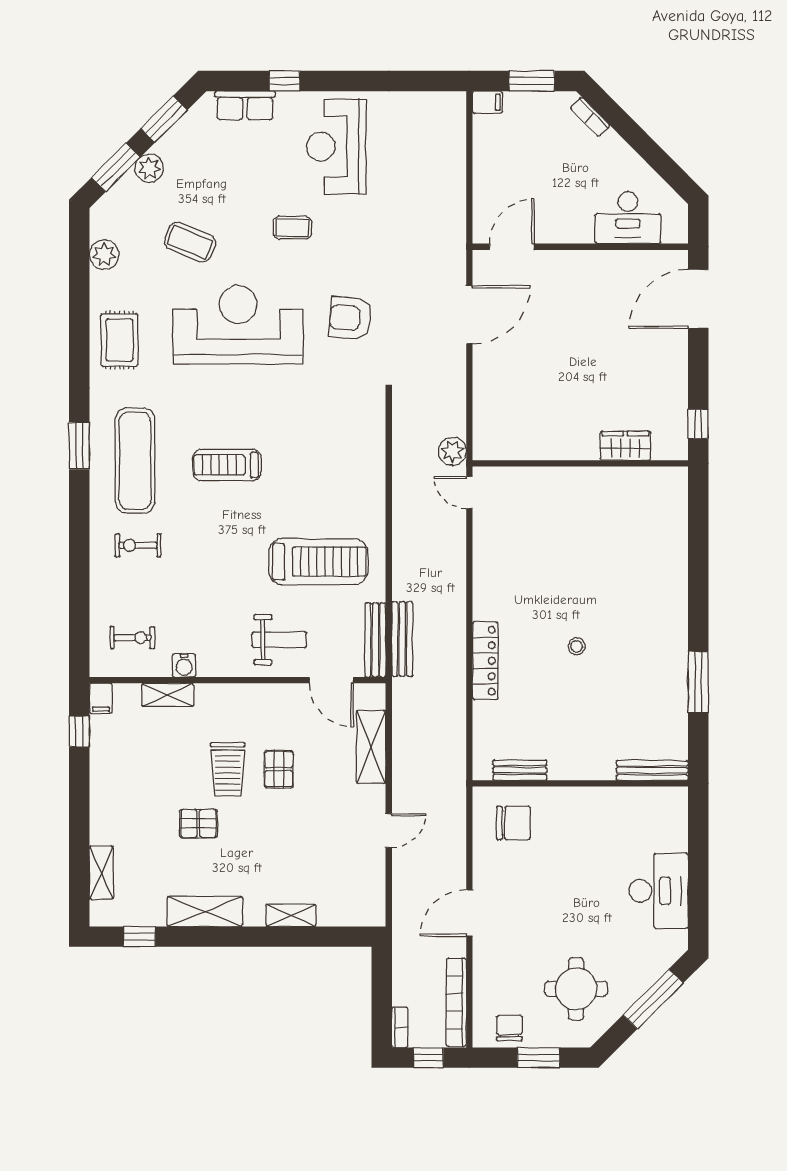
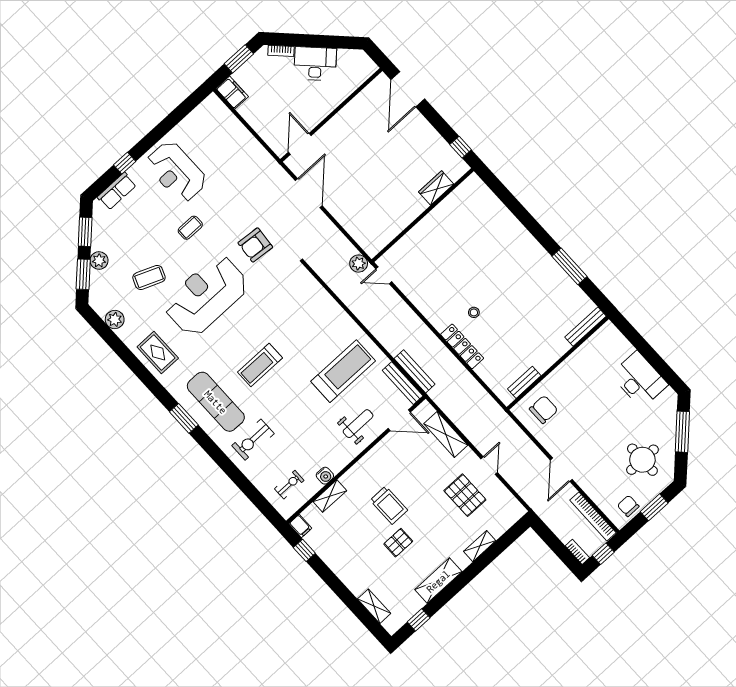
filing cabinet: (487, 102) -> (232, 93), width x2.00
desk: (628, 218) -> (315, 64), moved, turned -135
exercise bike: (138, 545) -> (253, 440), width x1.38, depth x1.39
stool: (577, 646) -> (474, 312), moved
pallet: (279, 769) -> (465, 495), moved, width x1.50, depth x1.42

